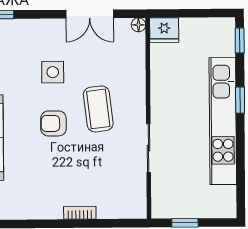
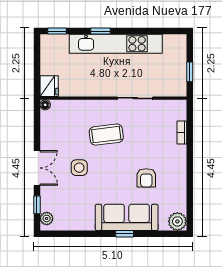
double door: (90, 14) -> (37, 168), moved
armchair: (53, 123) -> (146, 178), moved
bookcase: (80, 213) -> (182, 133), moved

